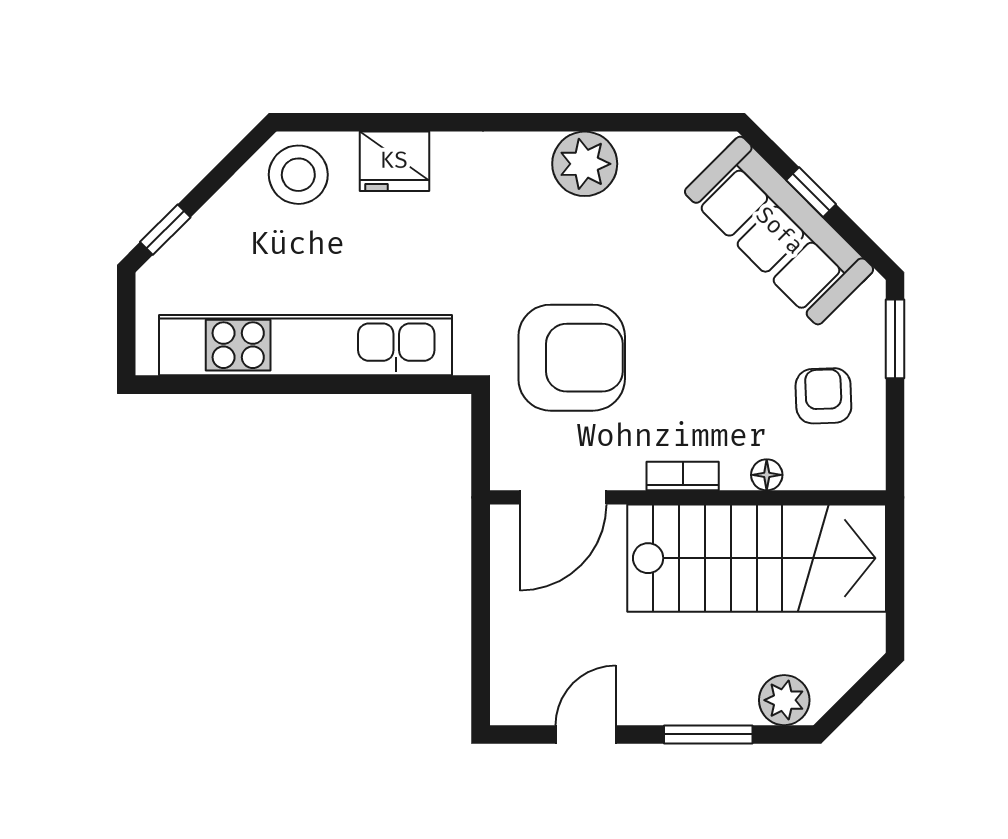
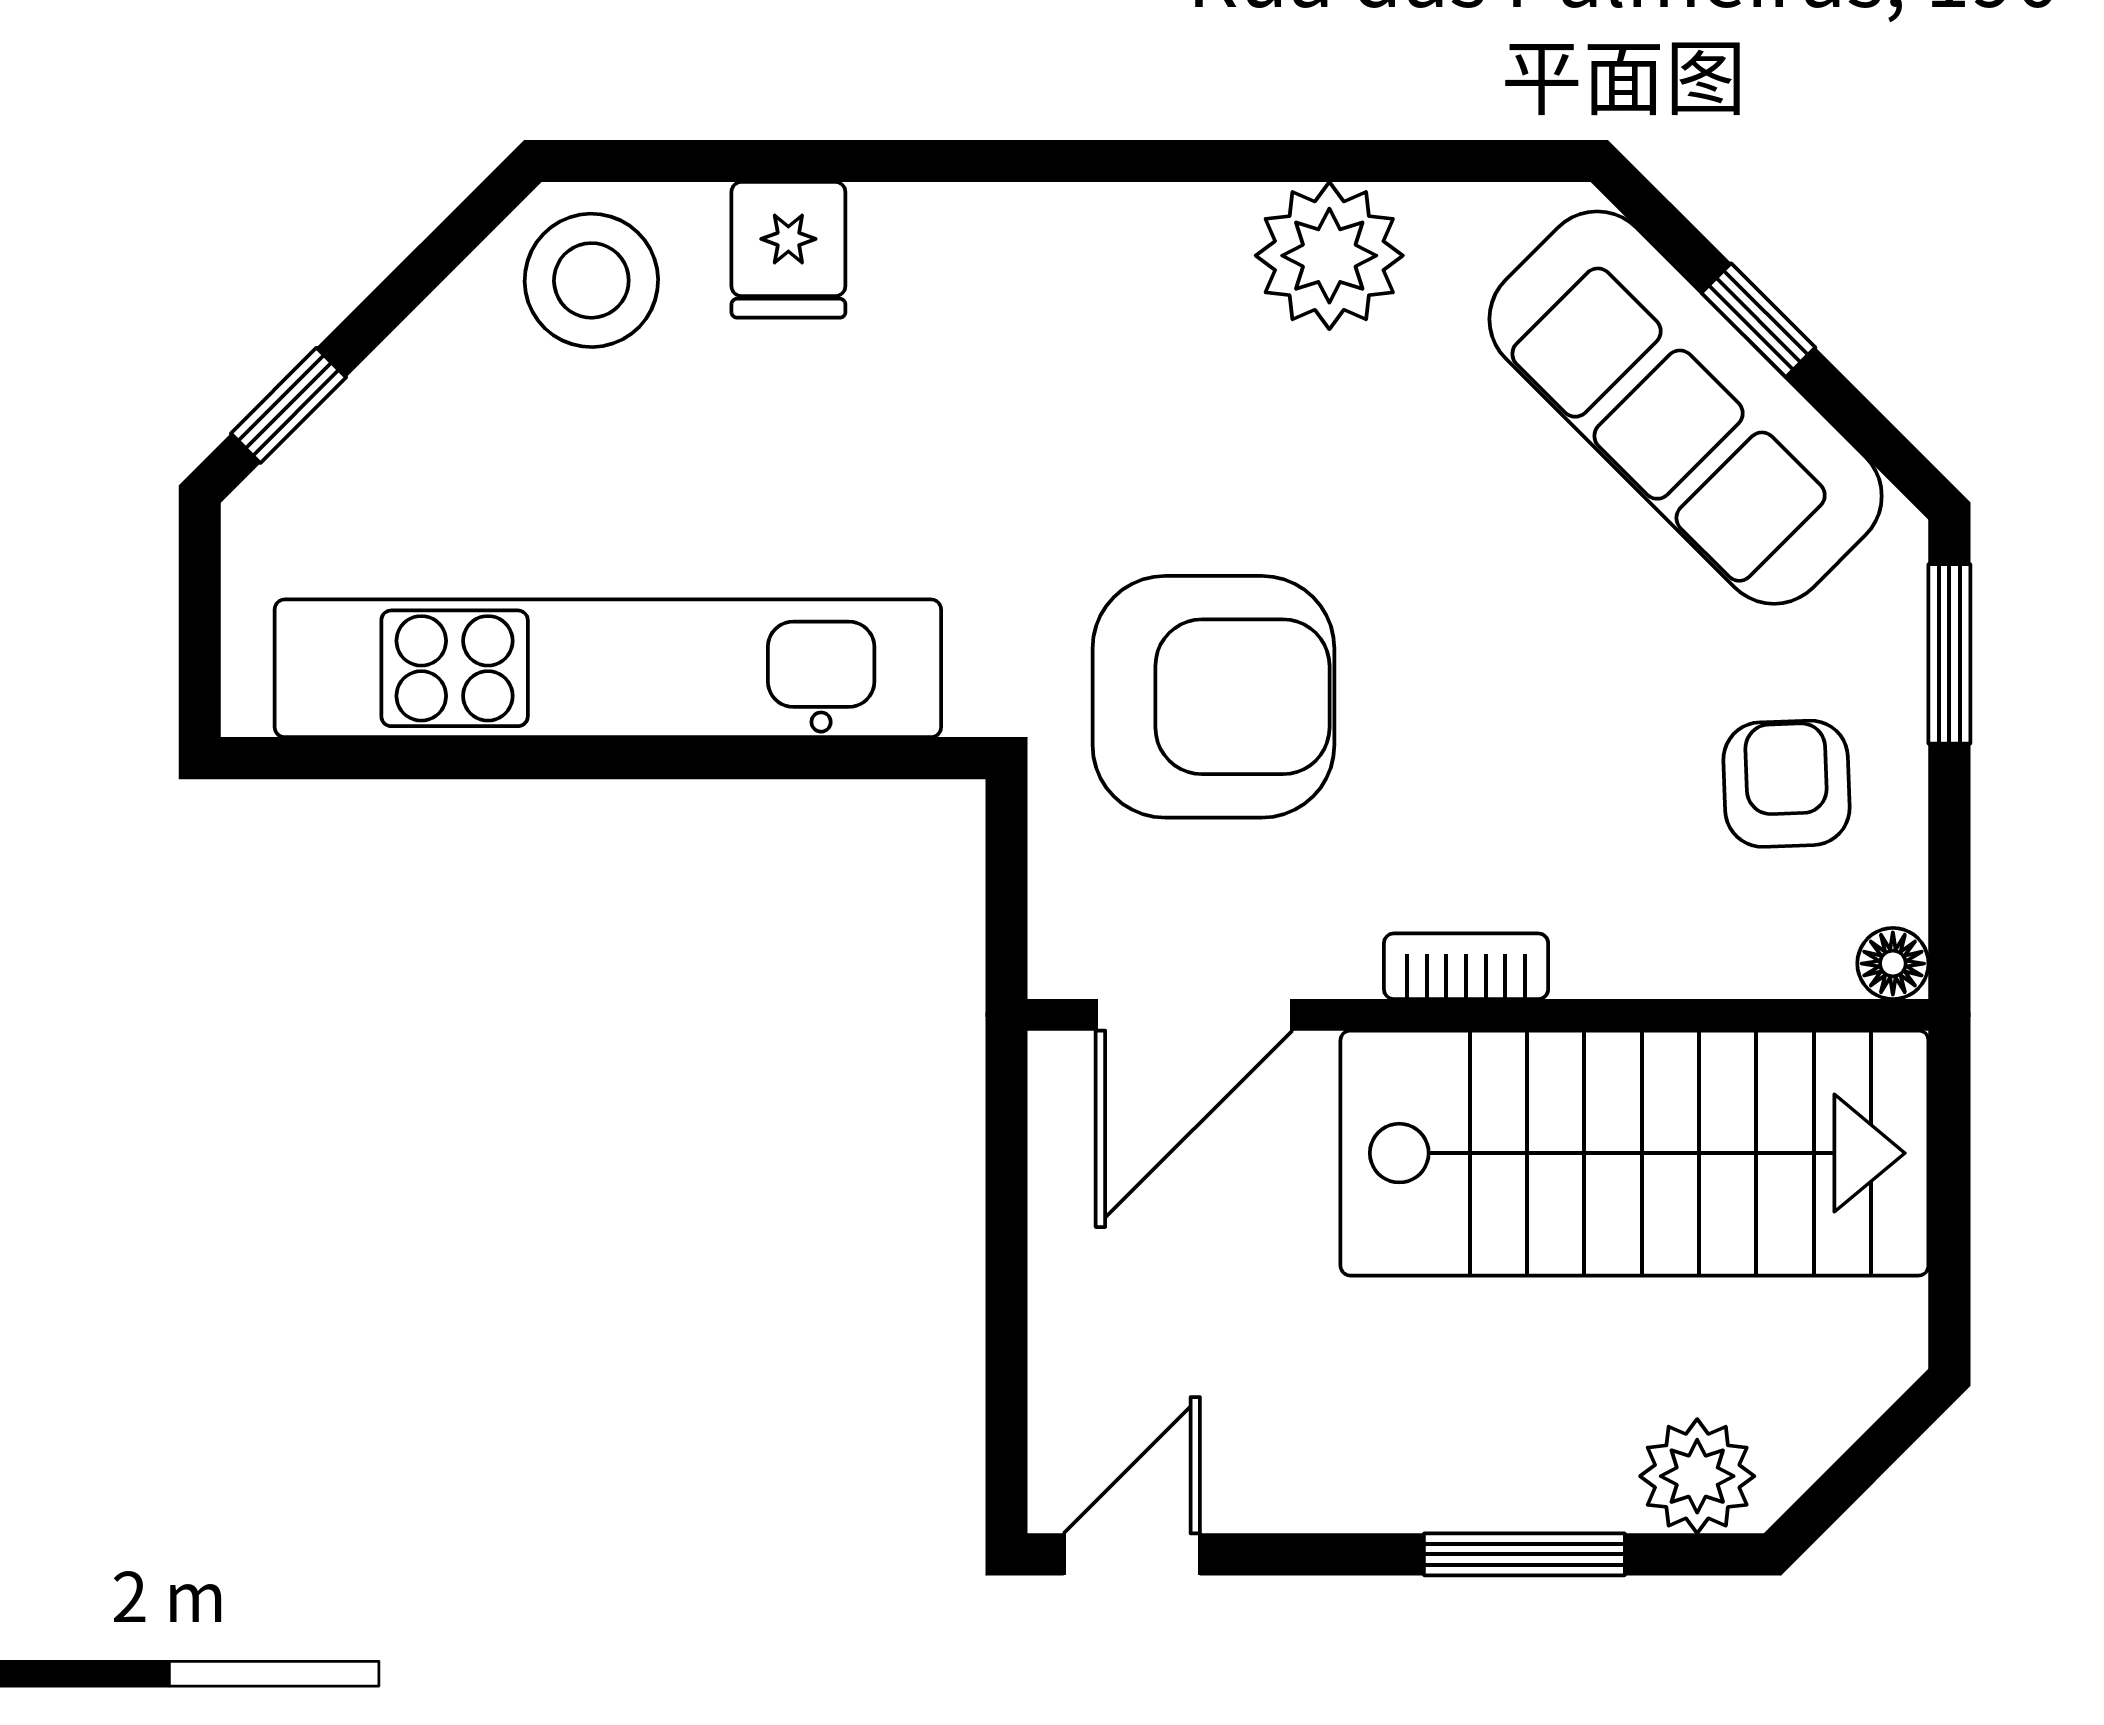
fridge: (394, 161) -> (788, 250), width x0.72
plant: (585, 164) -> (1329, 256), moved
floor lamp: (767, 475) -> (1893, 964), moved
door: (586, 734) -> (1132, 1554), moved

